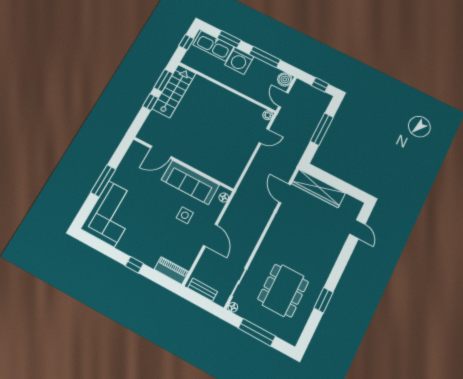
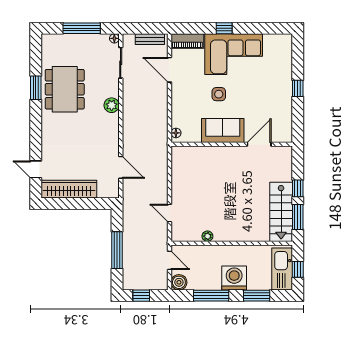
kitchen sink: (213, 46) -> (282, 269), moved, turned -90
plant: (268, 115) -> (207, 236), moved
door: (264, 136) -> (169, 213), hinge flipped
window: (103, 181) -> (298, 88), width x0.46
sofa: (190, 182) -> (223, 131), width x0.73
wardrobe: (318, 188) -> (69, 189), moved
corner sofa: (112, 214) -> (234, 54), moved, turned -90
side table: (185, 215) -> (219, 94), moved
door: (210, 235) -> (169, 70), moved
plant: (265, 250) -> (112, 105), added
dining table: (283, 290) -> (65, 89), moved

